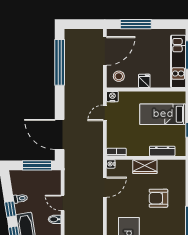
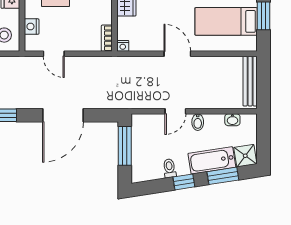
nightstand: (112, 97) -> (32, 27), moved
door: (60, 134) -> (63, 115), moved
door: (105, 187) -> (177, 54), moved

